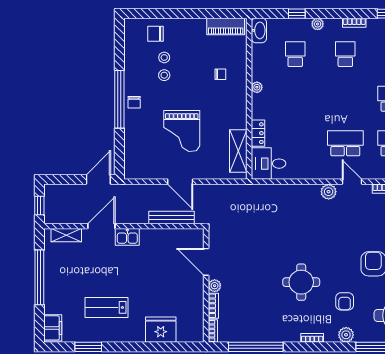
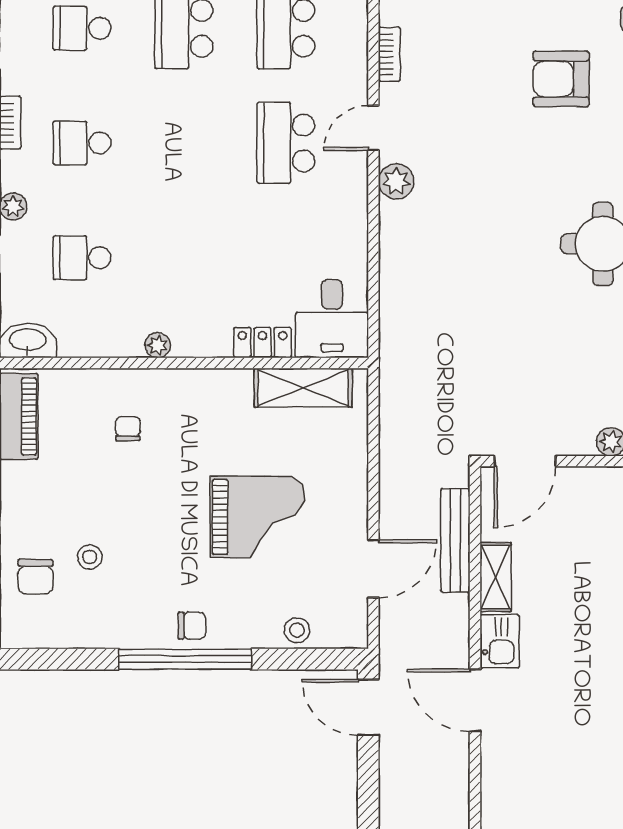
stool: (164, 75) -> (297, 630), moved
door: (180, 182) -> (373, 569), moved
shelving: (66, 235) -> (496, 577), moved
door: (206, 262) -> (525, 461), moved

